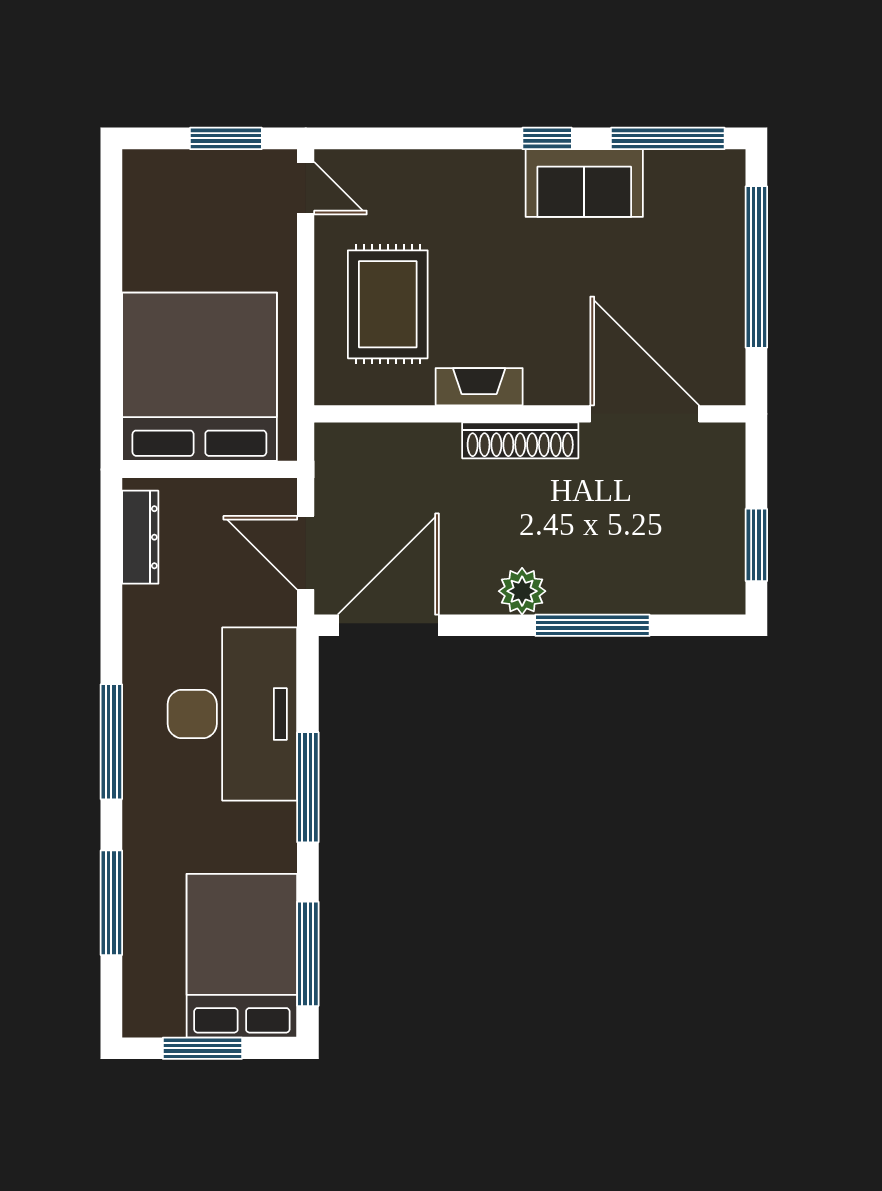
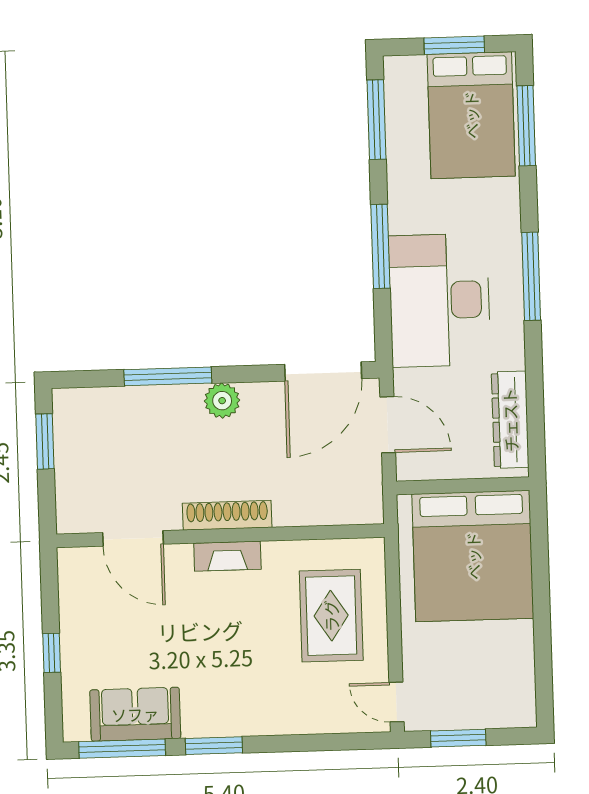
window: (547, 138) -> (214, 746), width x1.50
sofa: (584, 183) -> (135, 714), moved
window: (756, 267) -> (52, 653), width x0.32
fireplace: (479, 387) -> (227, 556), moved
door: (645, 414) -> (133, 538), width x0.73
dresser: (140, 537) -> (510, 420), width x1.37, depth x1.24
window: (111, 903) -> (526, 126), moved
bed: (242, 956) -> (471, 115), moved

